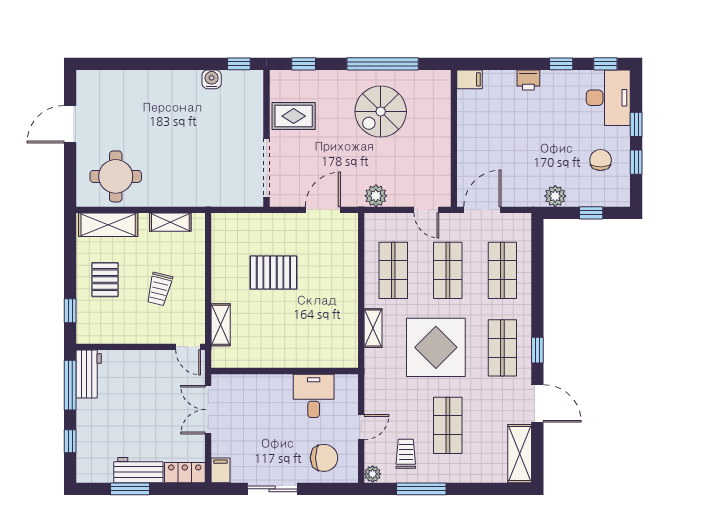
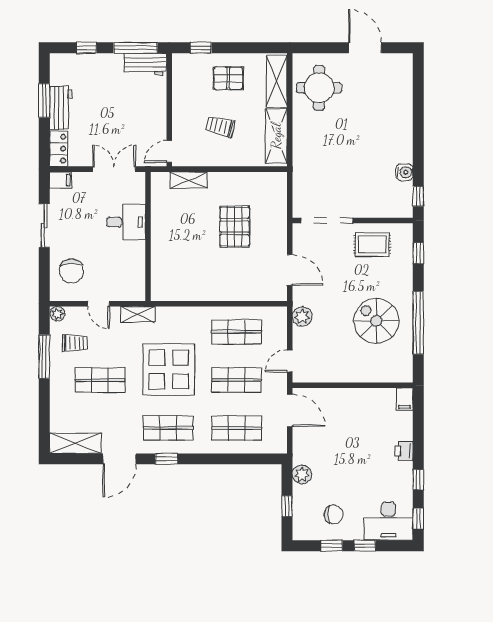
rug: (294, 116) -> (372, 244), turned 90
shelving: (170, 222) -> (276, 136), width x1.50, depth x1.33
shelving: (373, 328) -> (138, 314), moved
desk: (314, 396) -> (126, 222), moved

